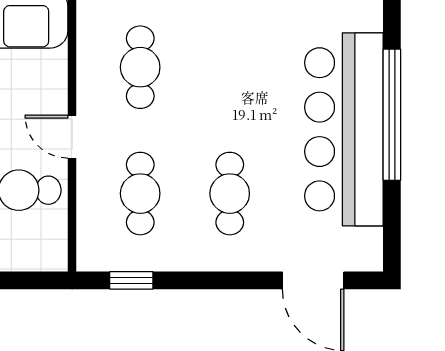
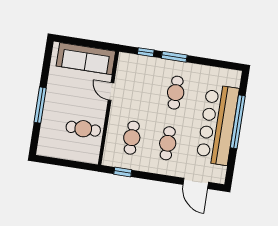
cafe table: (140, 67) -> (176, 93), moved
door: (72, 137) -> (111, 92), moved

